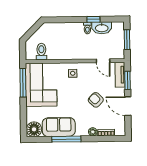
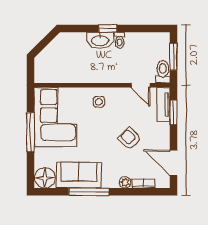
window: (93, 19) -> (108, 28), moved
washbasin: (102, 28) -> (100, 40), moved
toilet: (41, 52) -> (163, 72), moved
window: (23, 83) -> (31, 132), moved
door: (128, 106) -> (173, 163), moved

